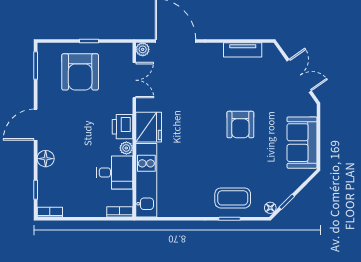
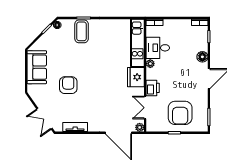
armchair: (80, 72) -> (180, 113), turned 180
double door: (299, 76) -> (45, 119), moved
armchair: (240, 125) -> (68, 85), moved
printer: (123, 127) -> (153, 88), moved
coffee table: (233, 198) -> (82, 31), turned 90

